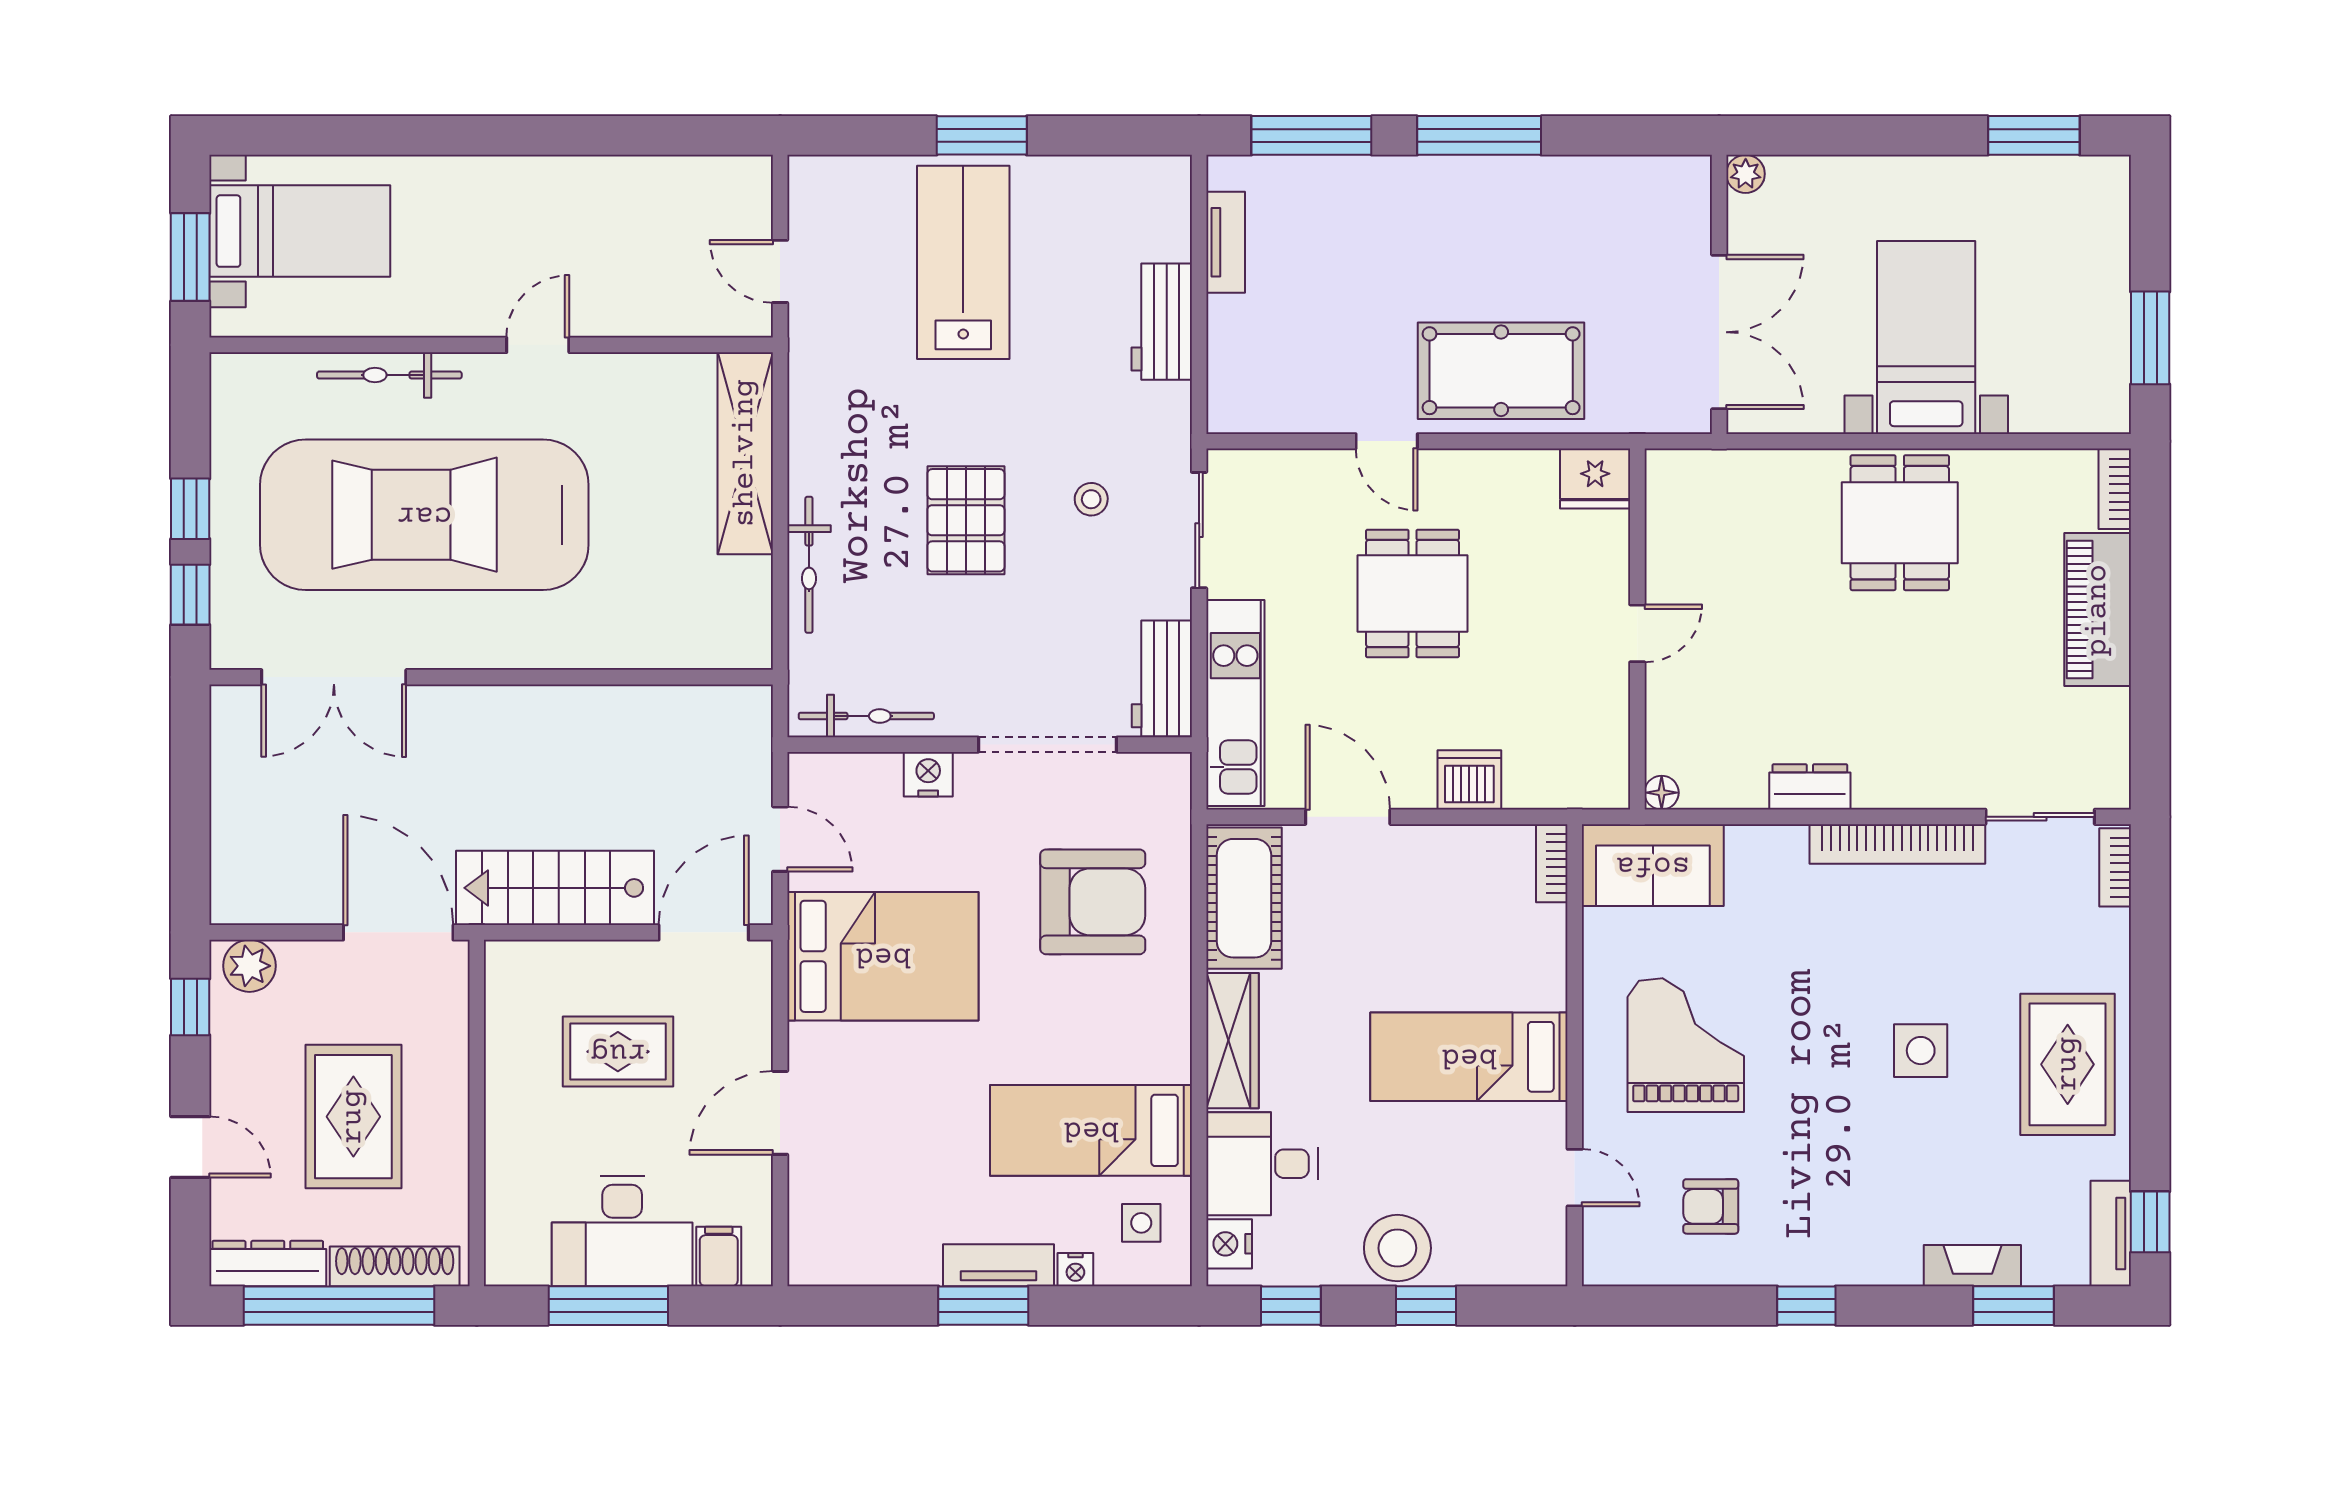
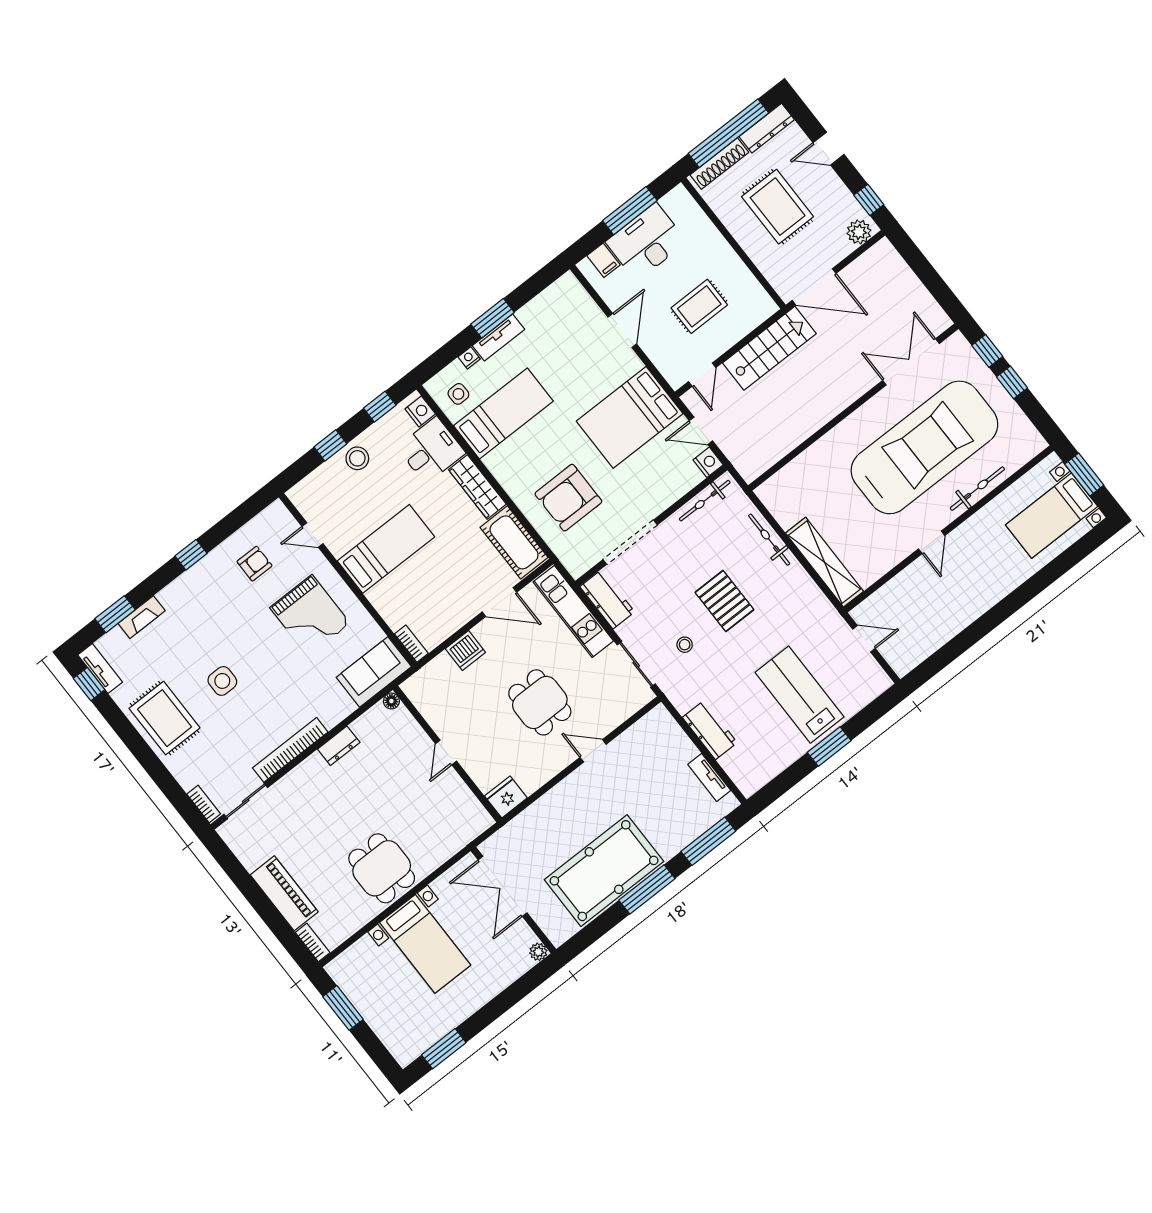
lab bench: (963, 262) -> (800, 695), turned 180
pool table: (1501, 371) -> (604, 871), moved, width x1.36, depth x1.32
nightstand: (928, 774) -> (708, 462), moved, turned -90
door: (704, 932) -> (702, 375), width x0.73
stool: (1397, 1248) -> (357, 458), width x0.73, depth x0.73

